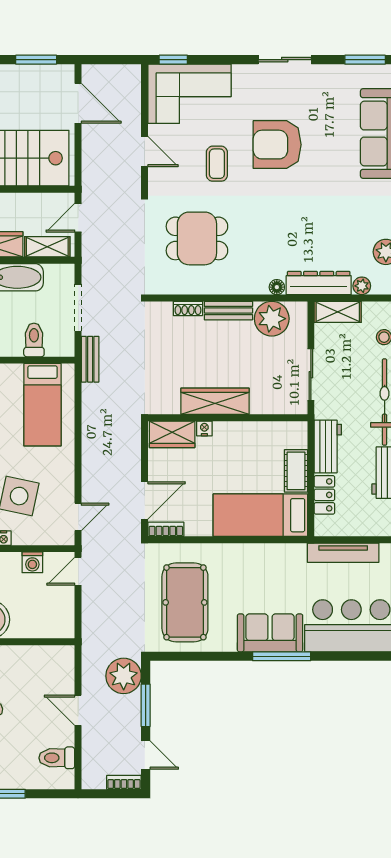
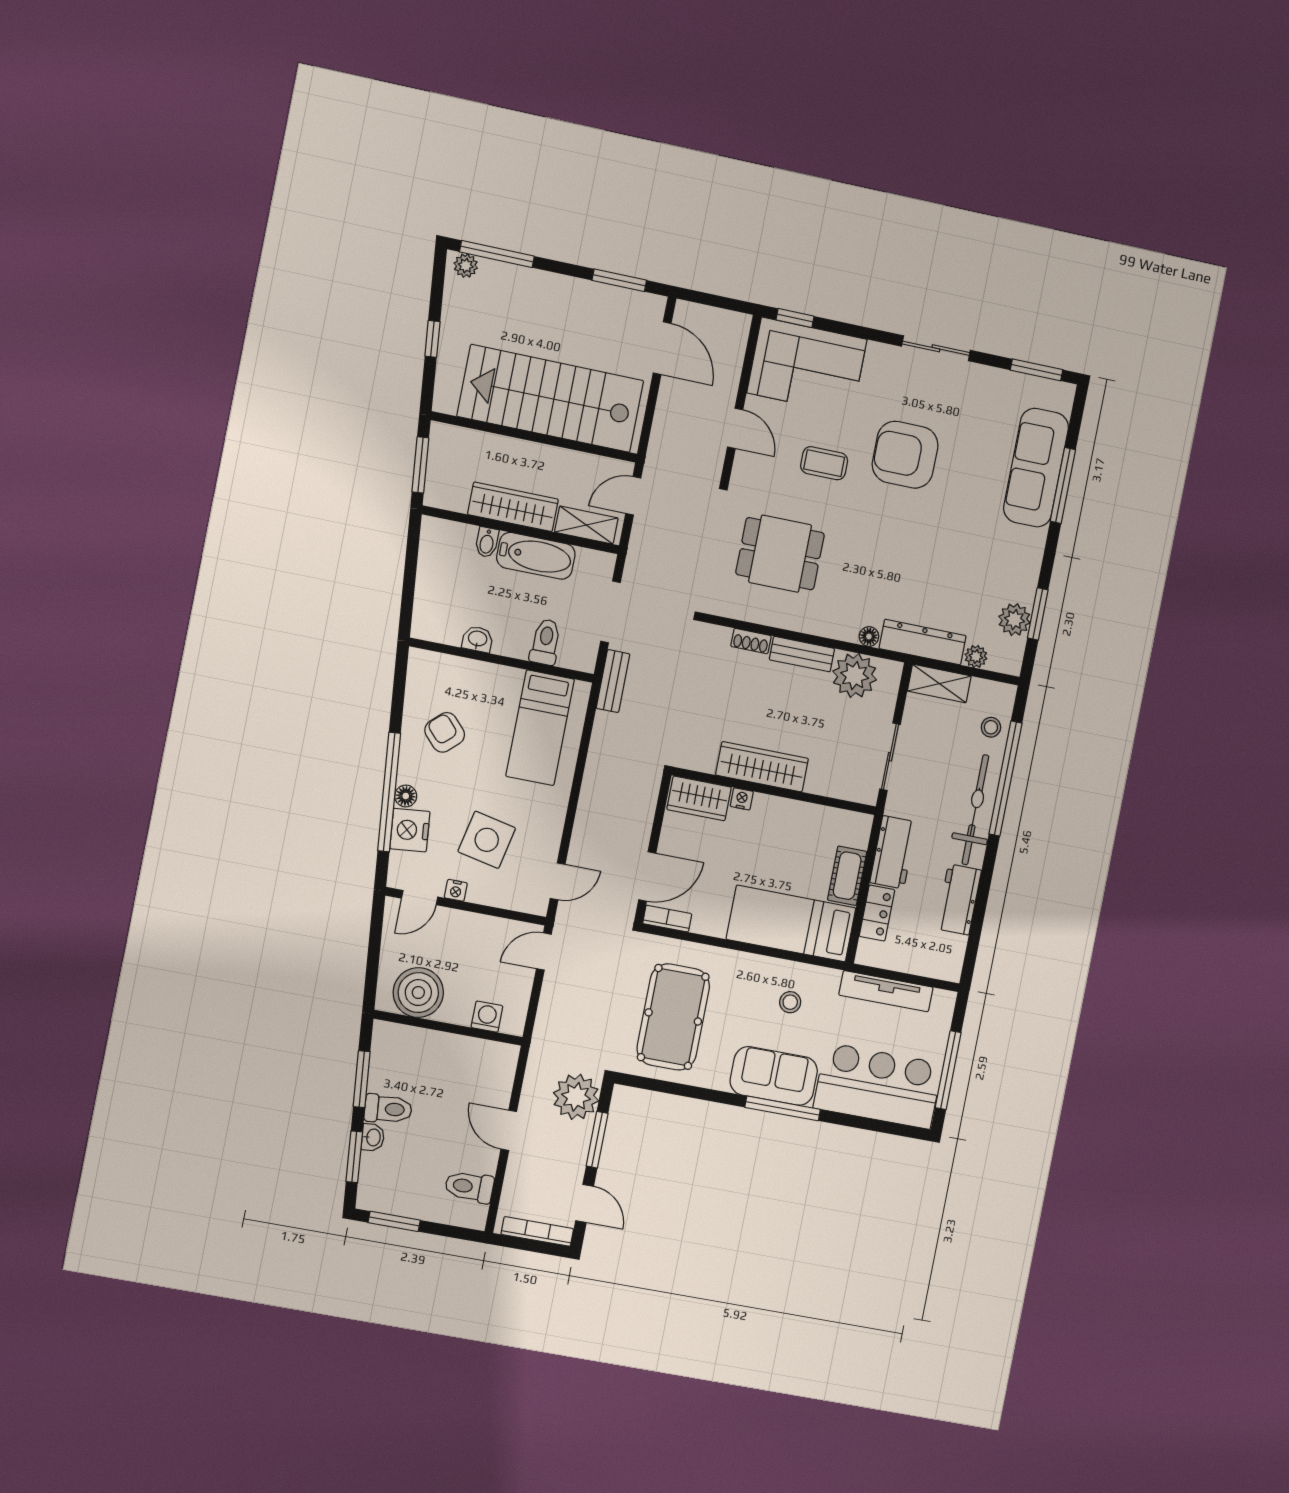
coffee table: (217, 164) -> (824, 463), turned 90
washing machine: (32, 562) -> (487, 1017), moved, turned 180
stool: (271, 575) -> (790, 1002), added
bookcase: (124, 782) -> (537, 1231), width x1.56

